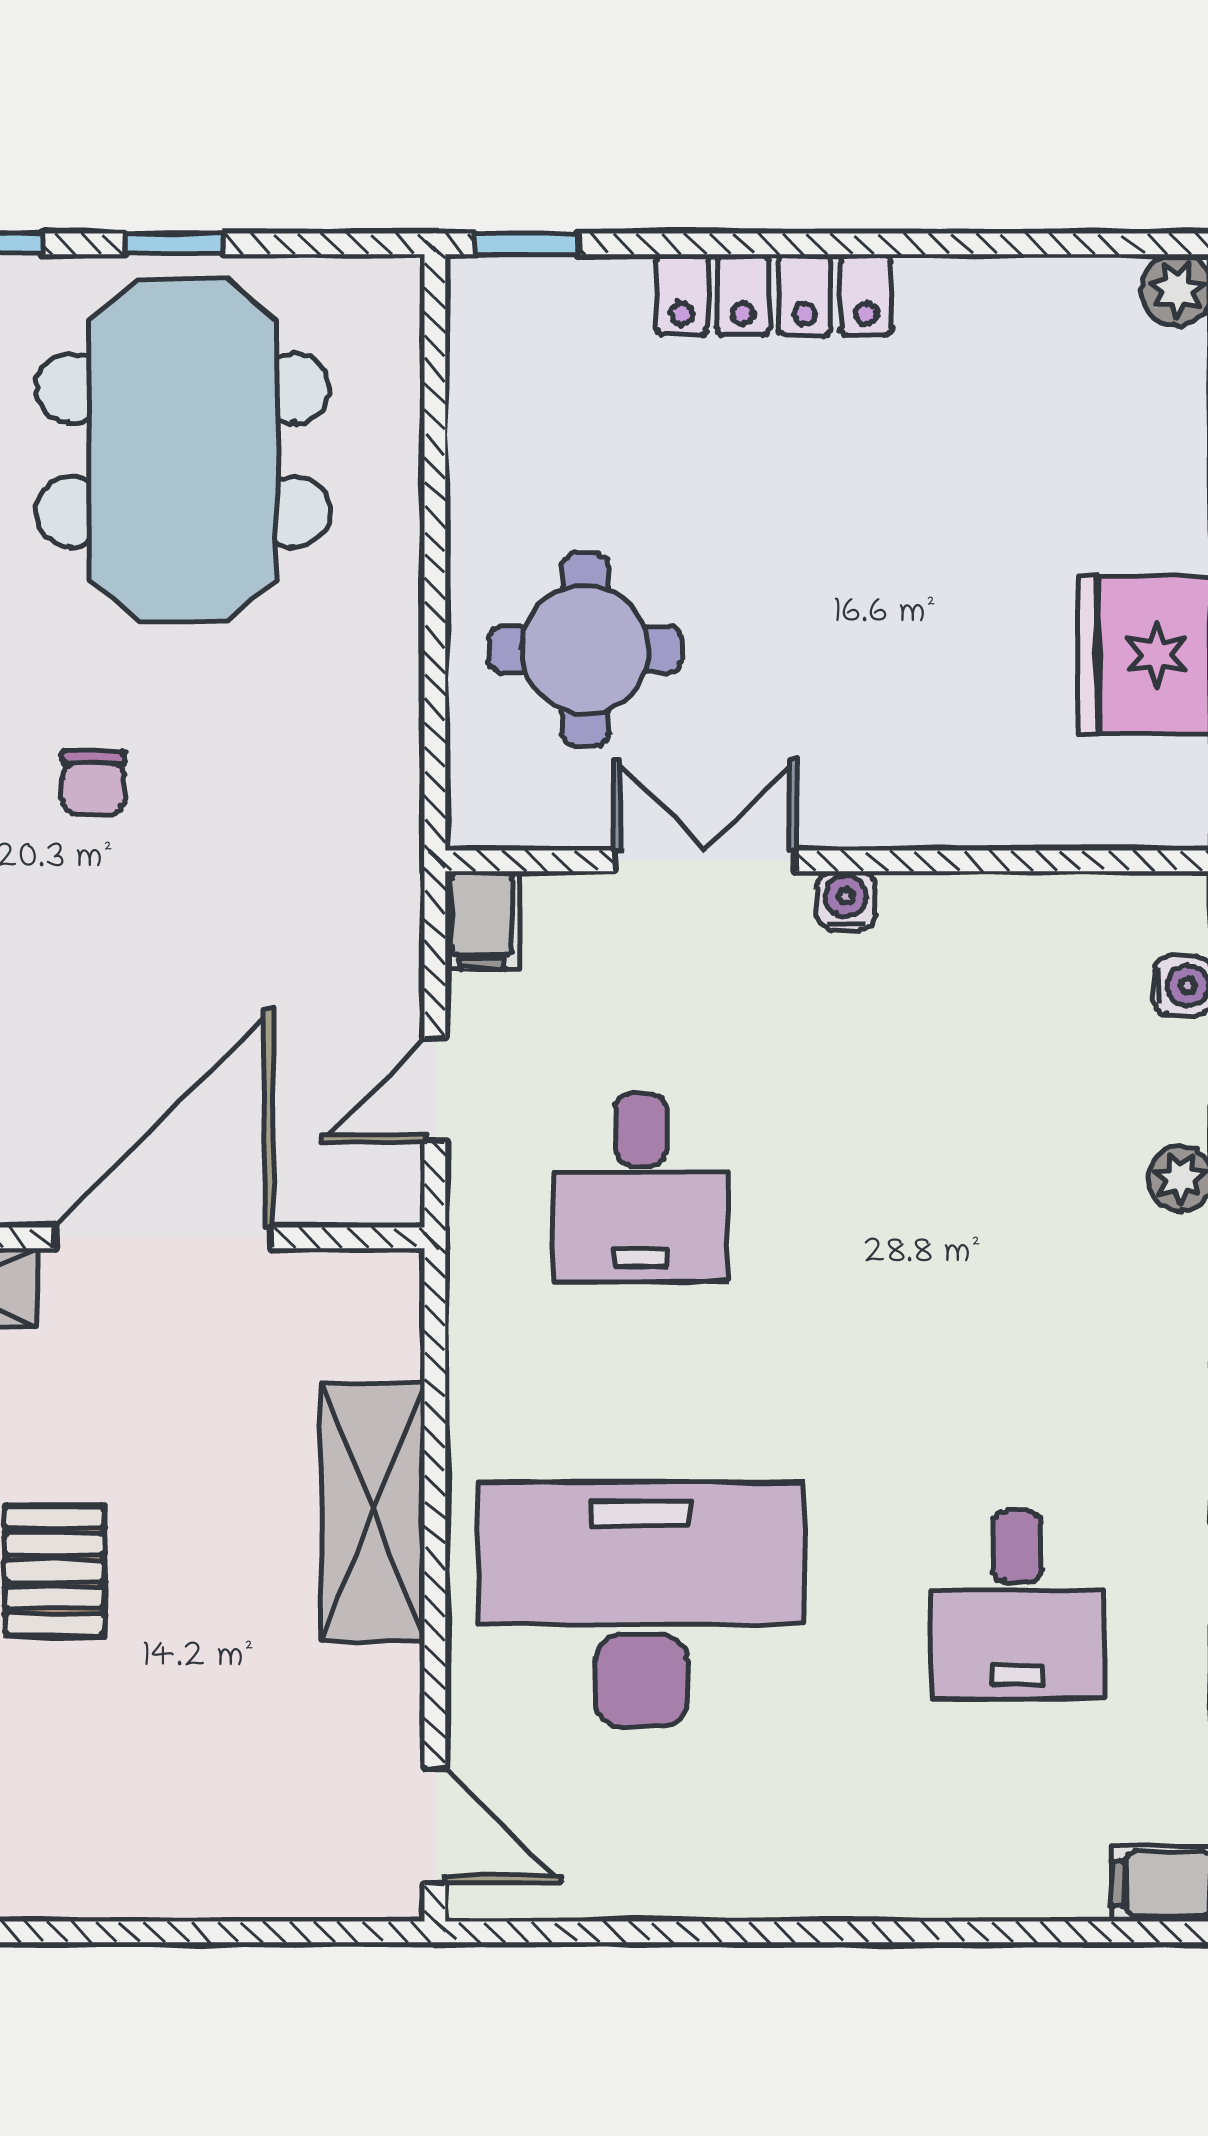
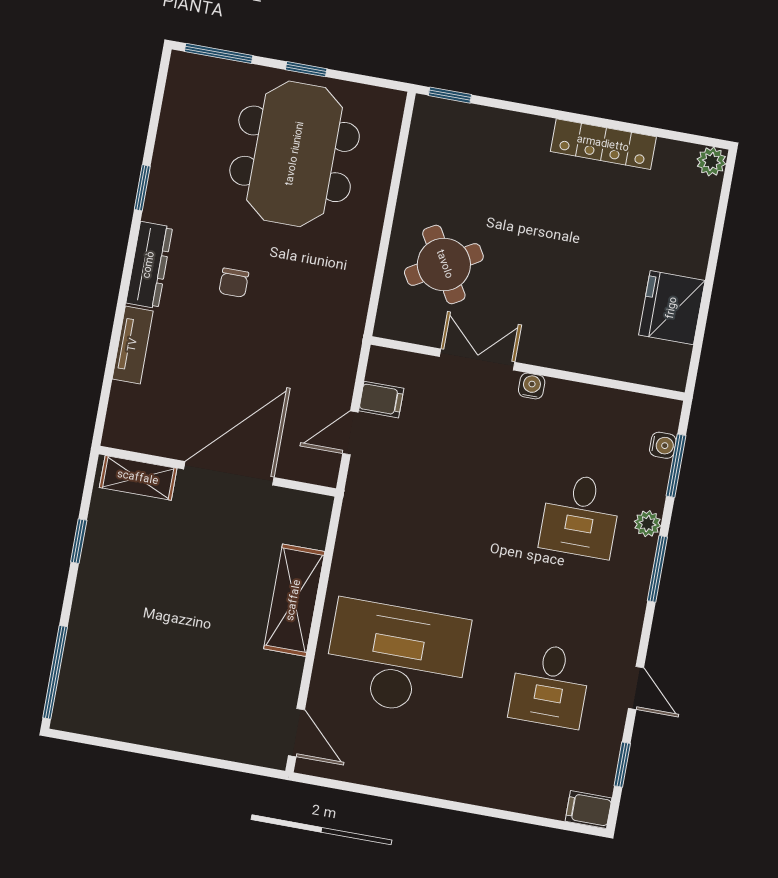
locker: (774, 295) -> (603, 144), moved
round table: (585, 649) -> (444, 264), turned -30
filing cabinet: (482, 920) -> (381, 400), moved, turned -90
desk: (641, 1188) -> (580, 516), moved
pallet: (54, 1570) -> (160, 601), removed

